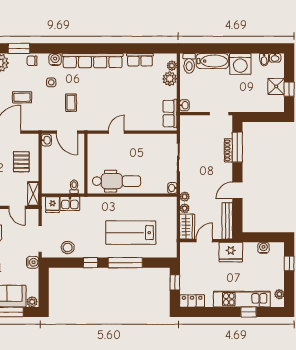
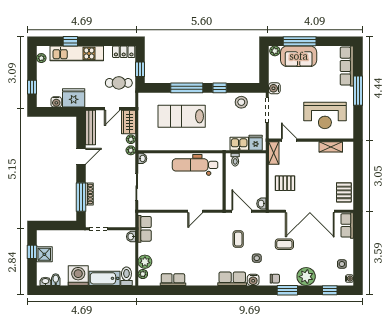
row of seats: (93, 61) -> (232, 279), width x0.50
pallet: (21, 162) -> (285, 183), turned 90
lab bench: (131, 233) -> (182, 116), turned 180
fridge: (231, 252) -> (74, 98), moved
cafe table: (197, 268) -> (119, 83), added

